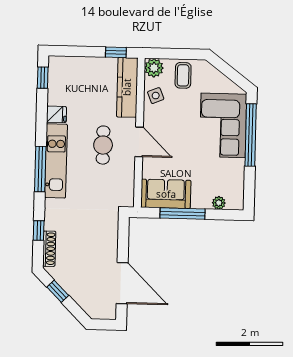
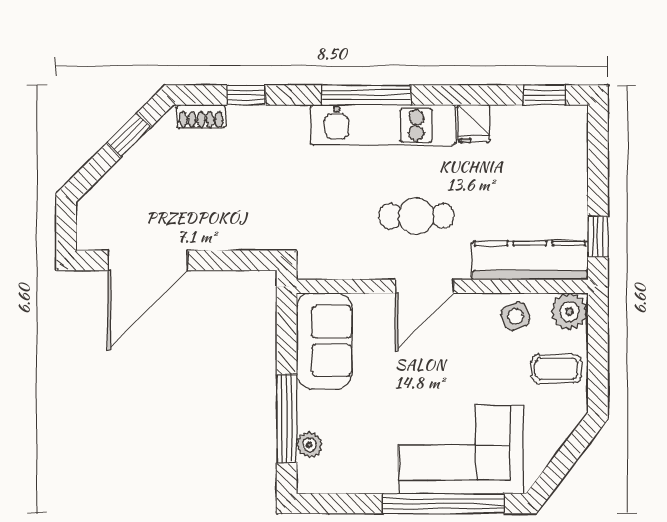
window: (183, 214) -> (287, 419), moved
shoe rack: (49, 249) -> (201, 117), width x0.70

